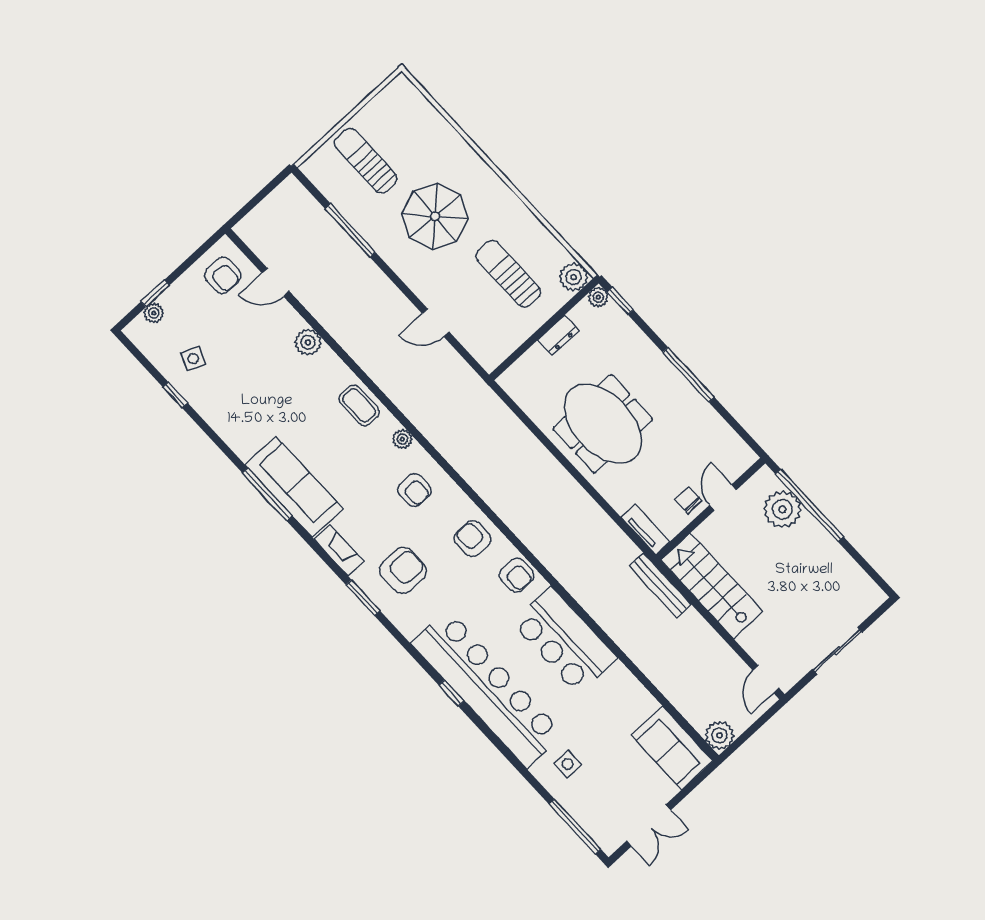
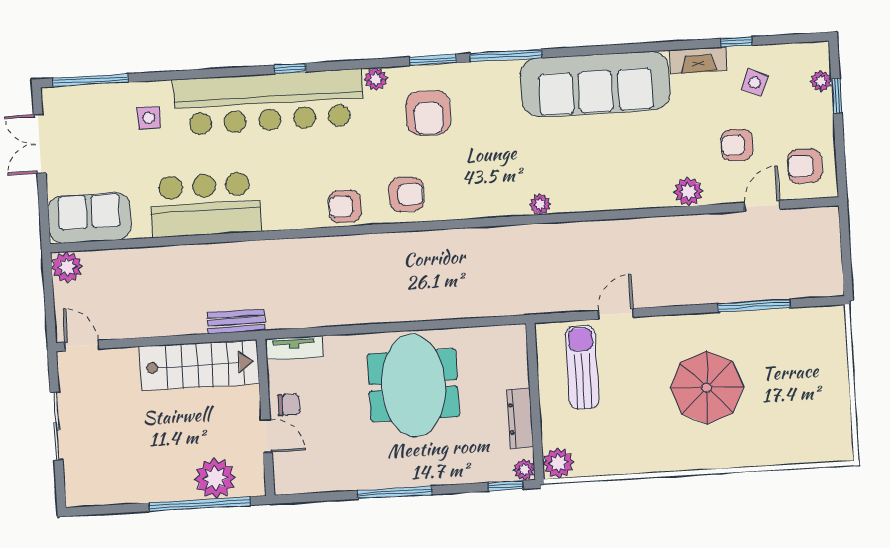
sun lounger: (366, 161) -> (802, 367), removed
sun lounger: (508, 274) -> (582, 367), moved, turned -90
dresser: (558, 335) -> (520, 418), width x1.44
coffee table: (359, 405) -> (599, 191), removed
meeting table: (603, 424) -> (413, 385), turned 90
sofa: (294, 487) -> (595, 84), width x1.36, depth x1.27
armchair: (414, 490) -> (737, 145), moved
window: (267, 494) -> (506, 56), moved
fireplace: (339, 550) -> (699, 60), moved
bench: (660, 585) -> (236, 321), width x0.73
plant: (409, 627) -> (376, 79), added
bar counter: (564, 640) -> (205, 205), moved

